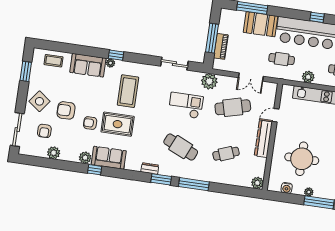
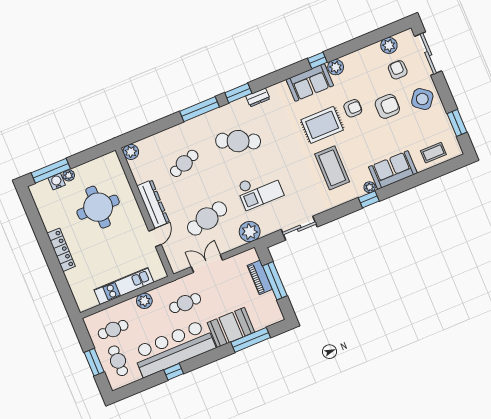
plant: (54, 153) -> (389, 45), moved
water cooler: (287, 188) -> (57, 181), moved

